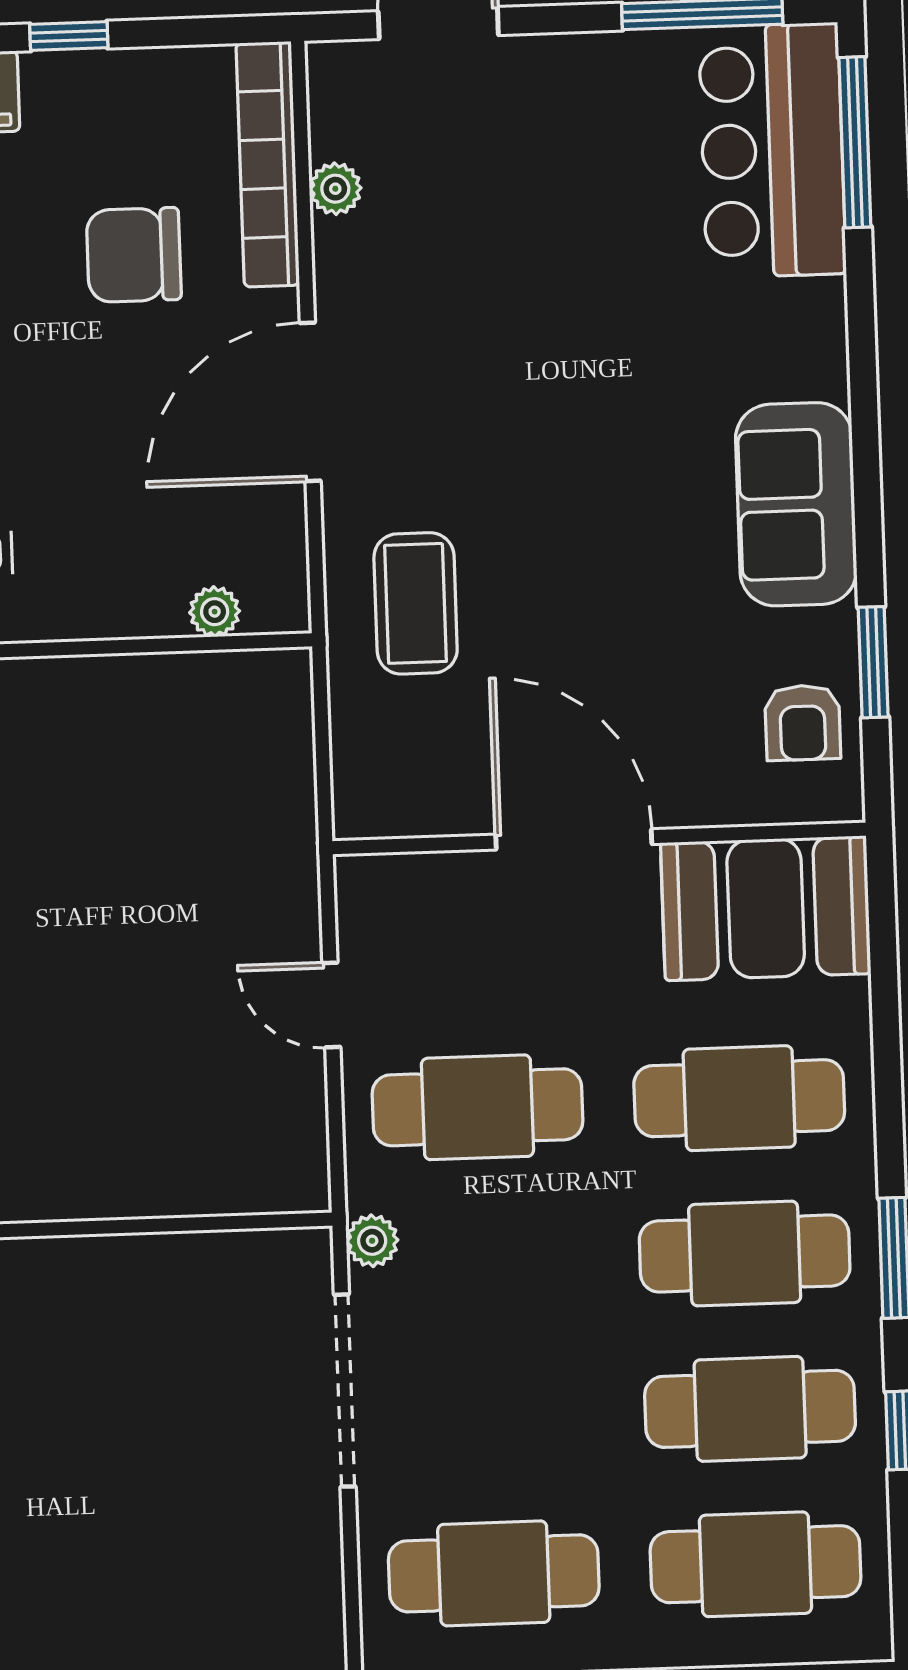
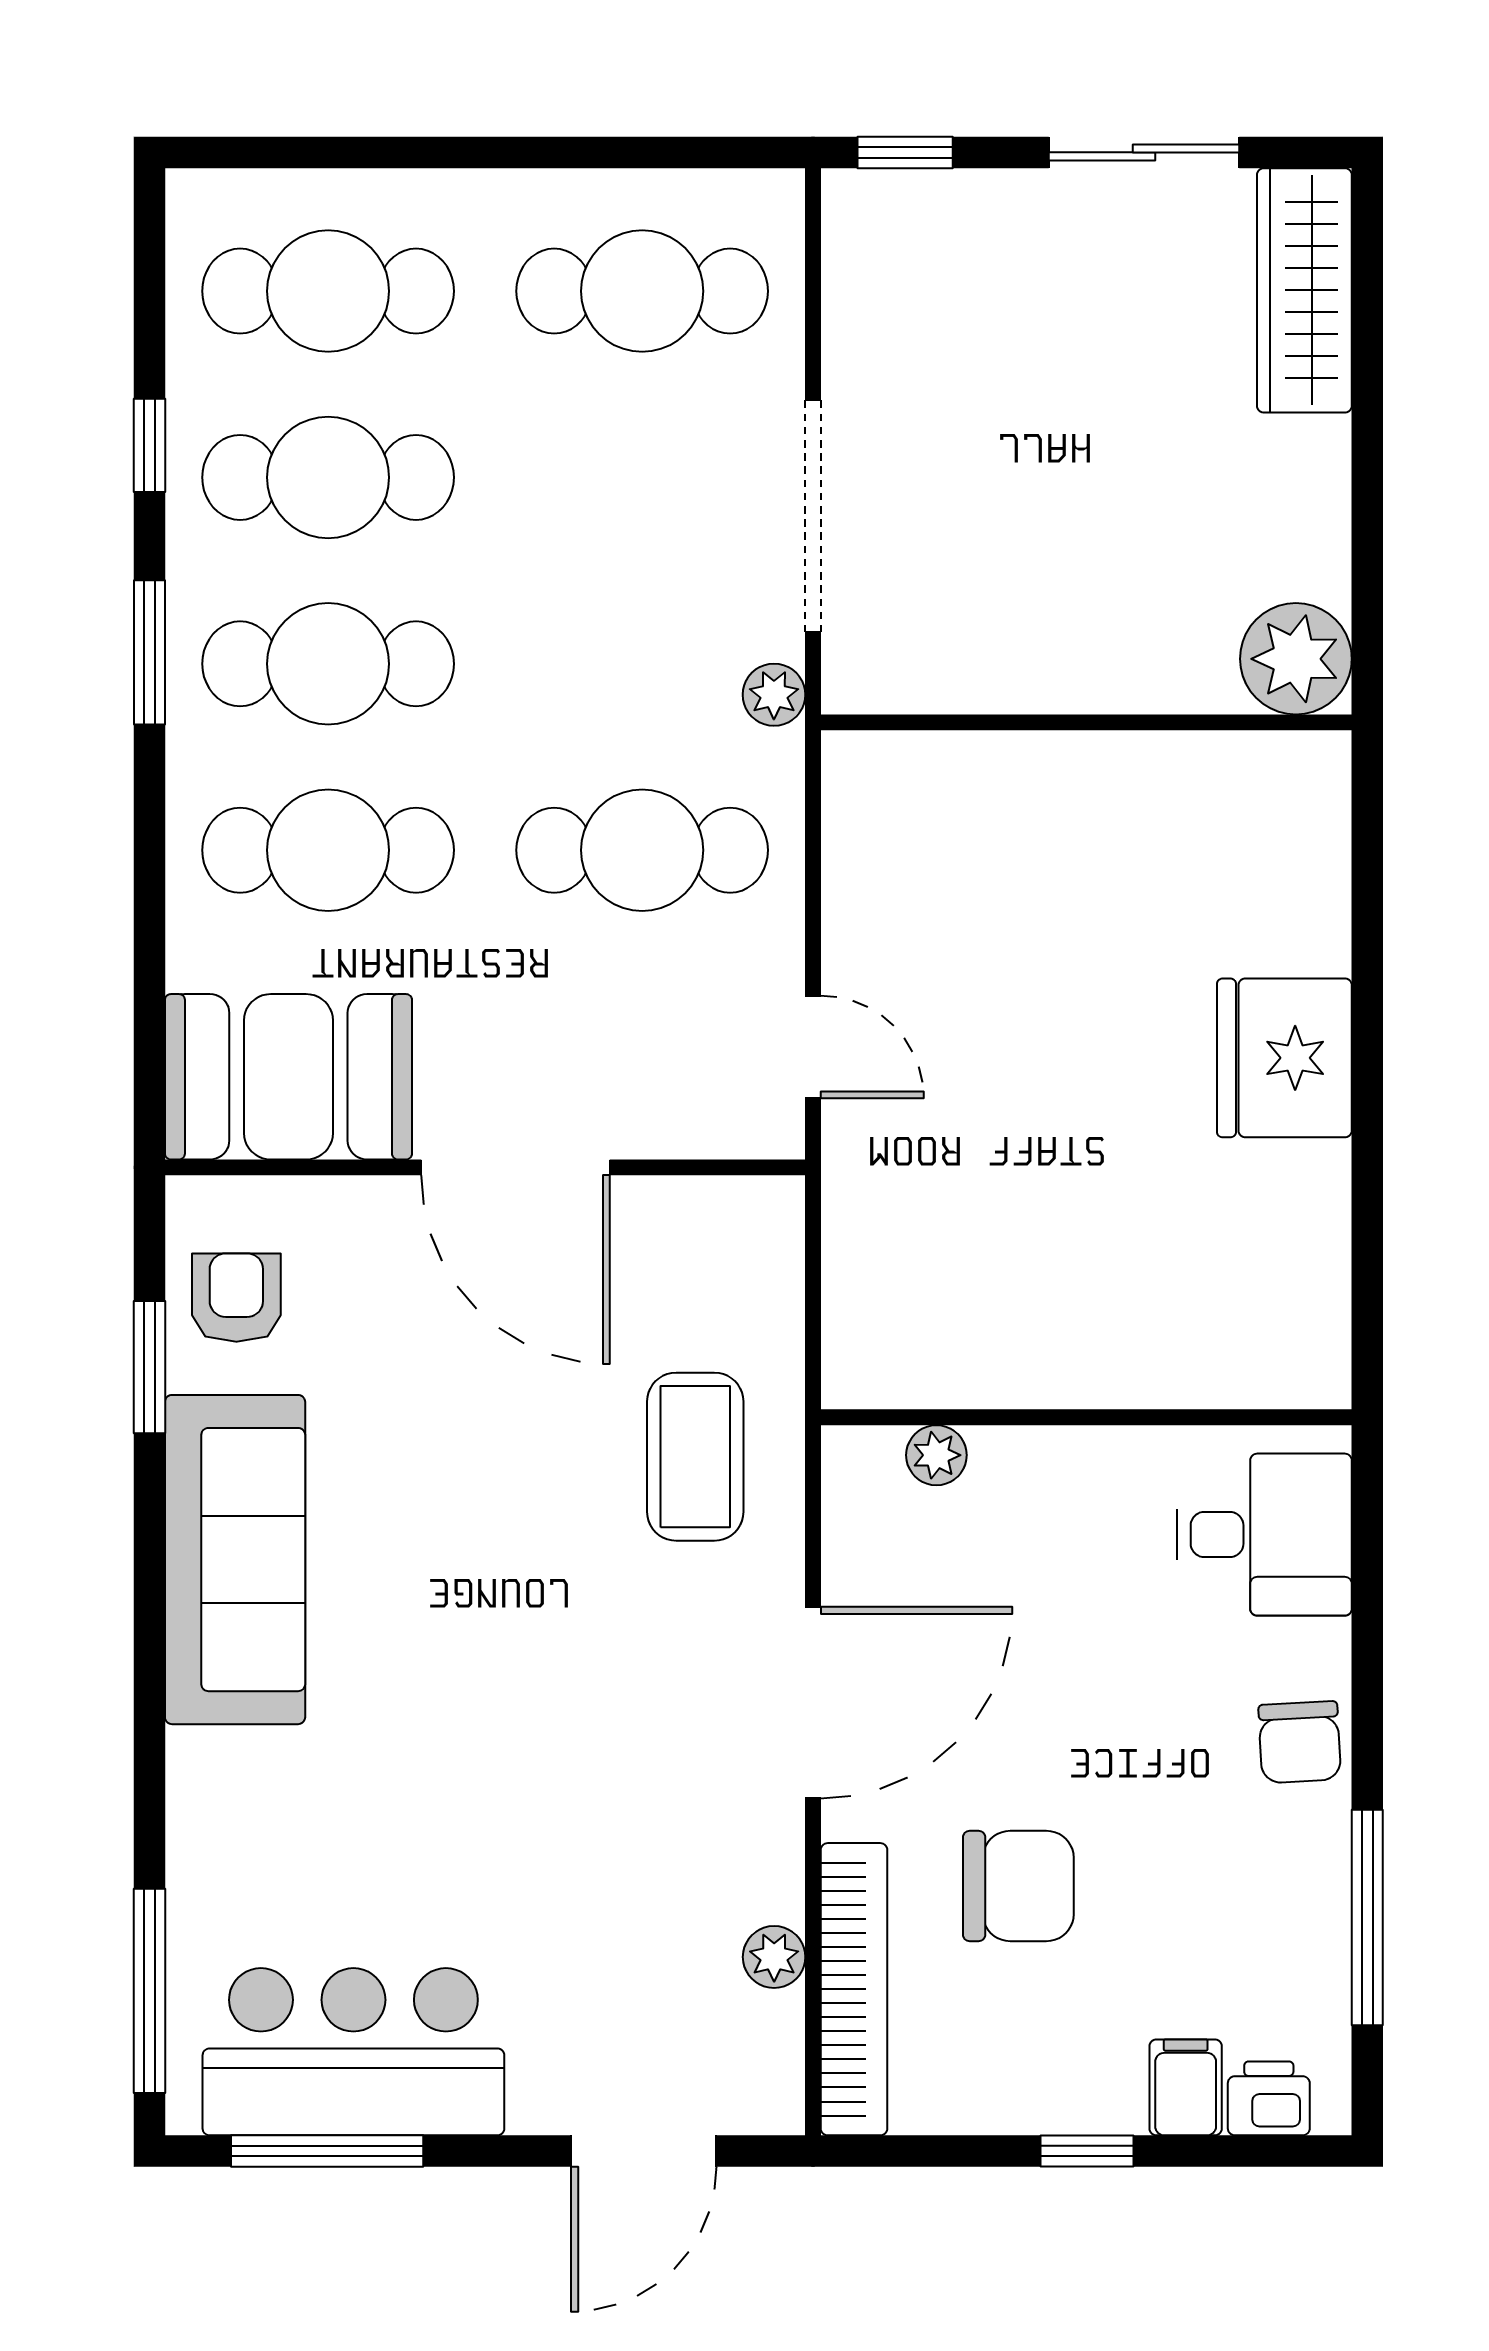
bar counter: (772, 150) -> (353, 2052), moved, turned -90
sofa: (796, 504) -> (235, 1560), width x1.36
door: (331, 1005) -> (813, 1047), moved

